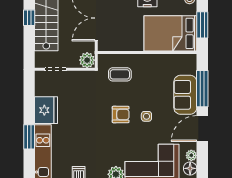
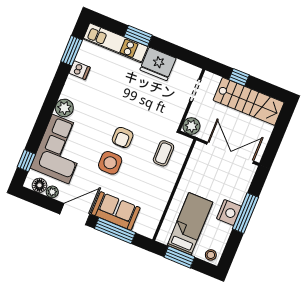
window: (29, 18) -> (239, 77), moved
bed: (170, 33) -> (190, 224), width x0.67
side table: (146, 116) -> (110, 163), width x1.87, depth x1.87
door: (202, 129) -> (75, 214), hinge flipped

